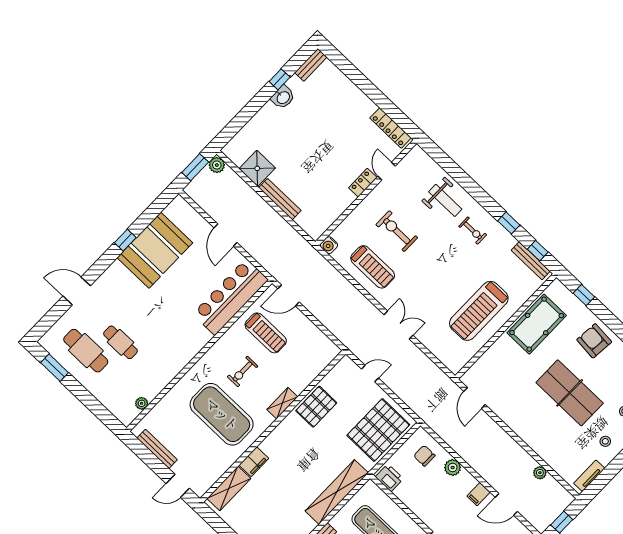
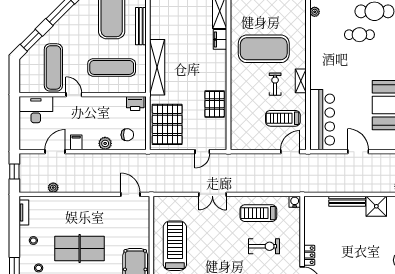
shelving: (282, 403) -> (301, 81), moved

